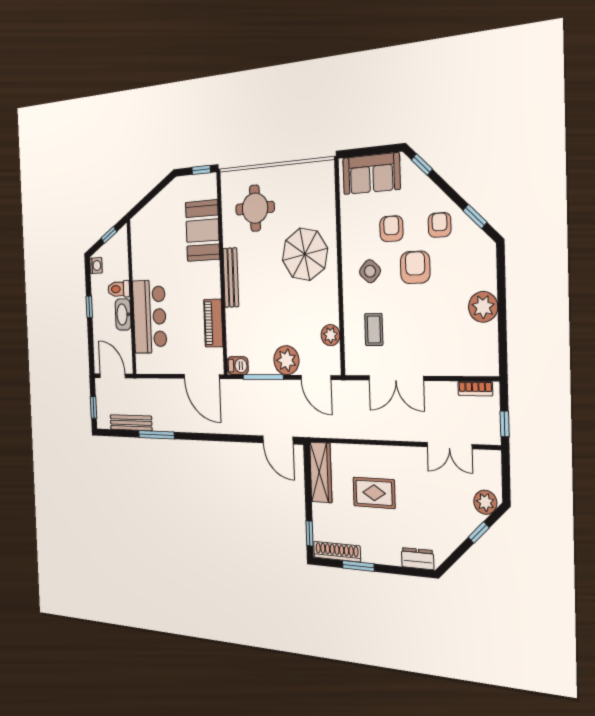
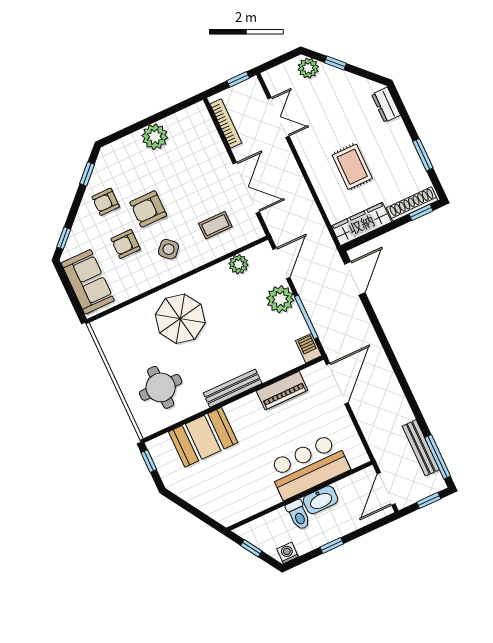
bookcase: (475, 389) -> (226, 123), width x1.56
window: (156, 435) -> (438, 457), moved
shoe rack: (337, 552) -> (412, 204), moved, turned 90

